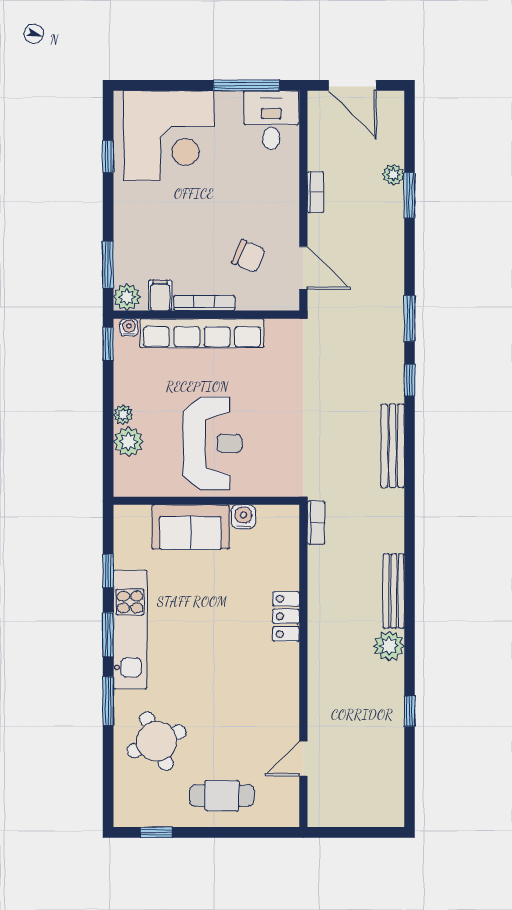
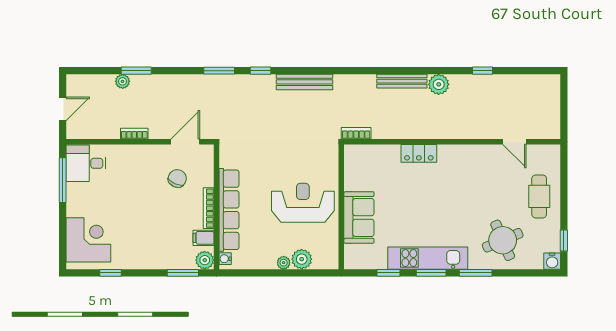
door: (352, 85) -> (63, 109), width x0.73
corner desk: (169, 136) -> (88, 240), width x0.74, depth x0.74
window: (108, 344) -> (236, 273), removed
water cooler: (243, 517) -> (552, 261), moved, turned -90

